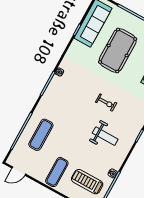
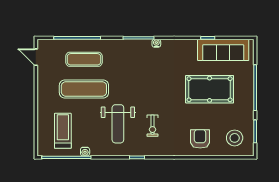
exercise bike: (106, 103) -> (153, 126), moved
weight bench: (105, 136) -> (118, 124), width x1.36, depth x1.33
exercise mat: (57, 172) -> (84, 89), moved, width x1.36, depth x1.45

